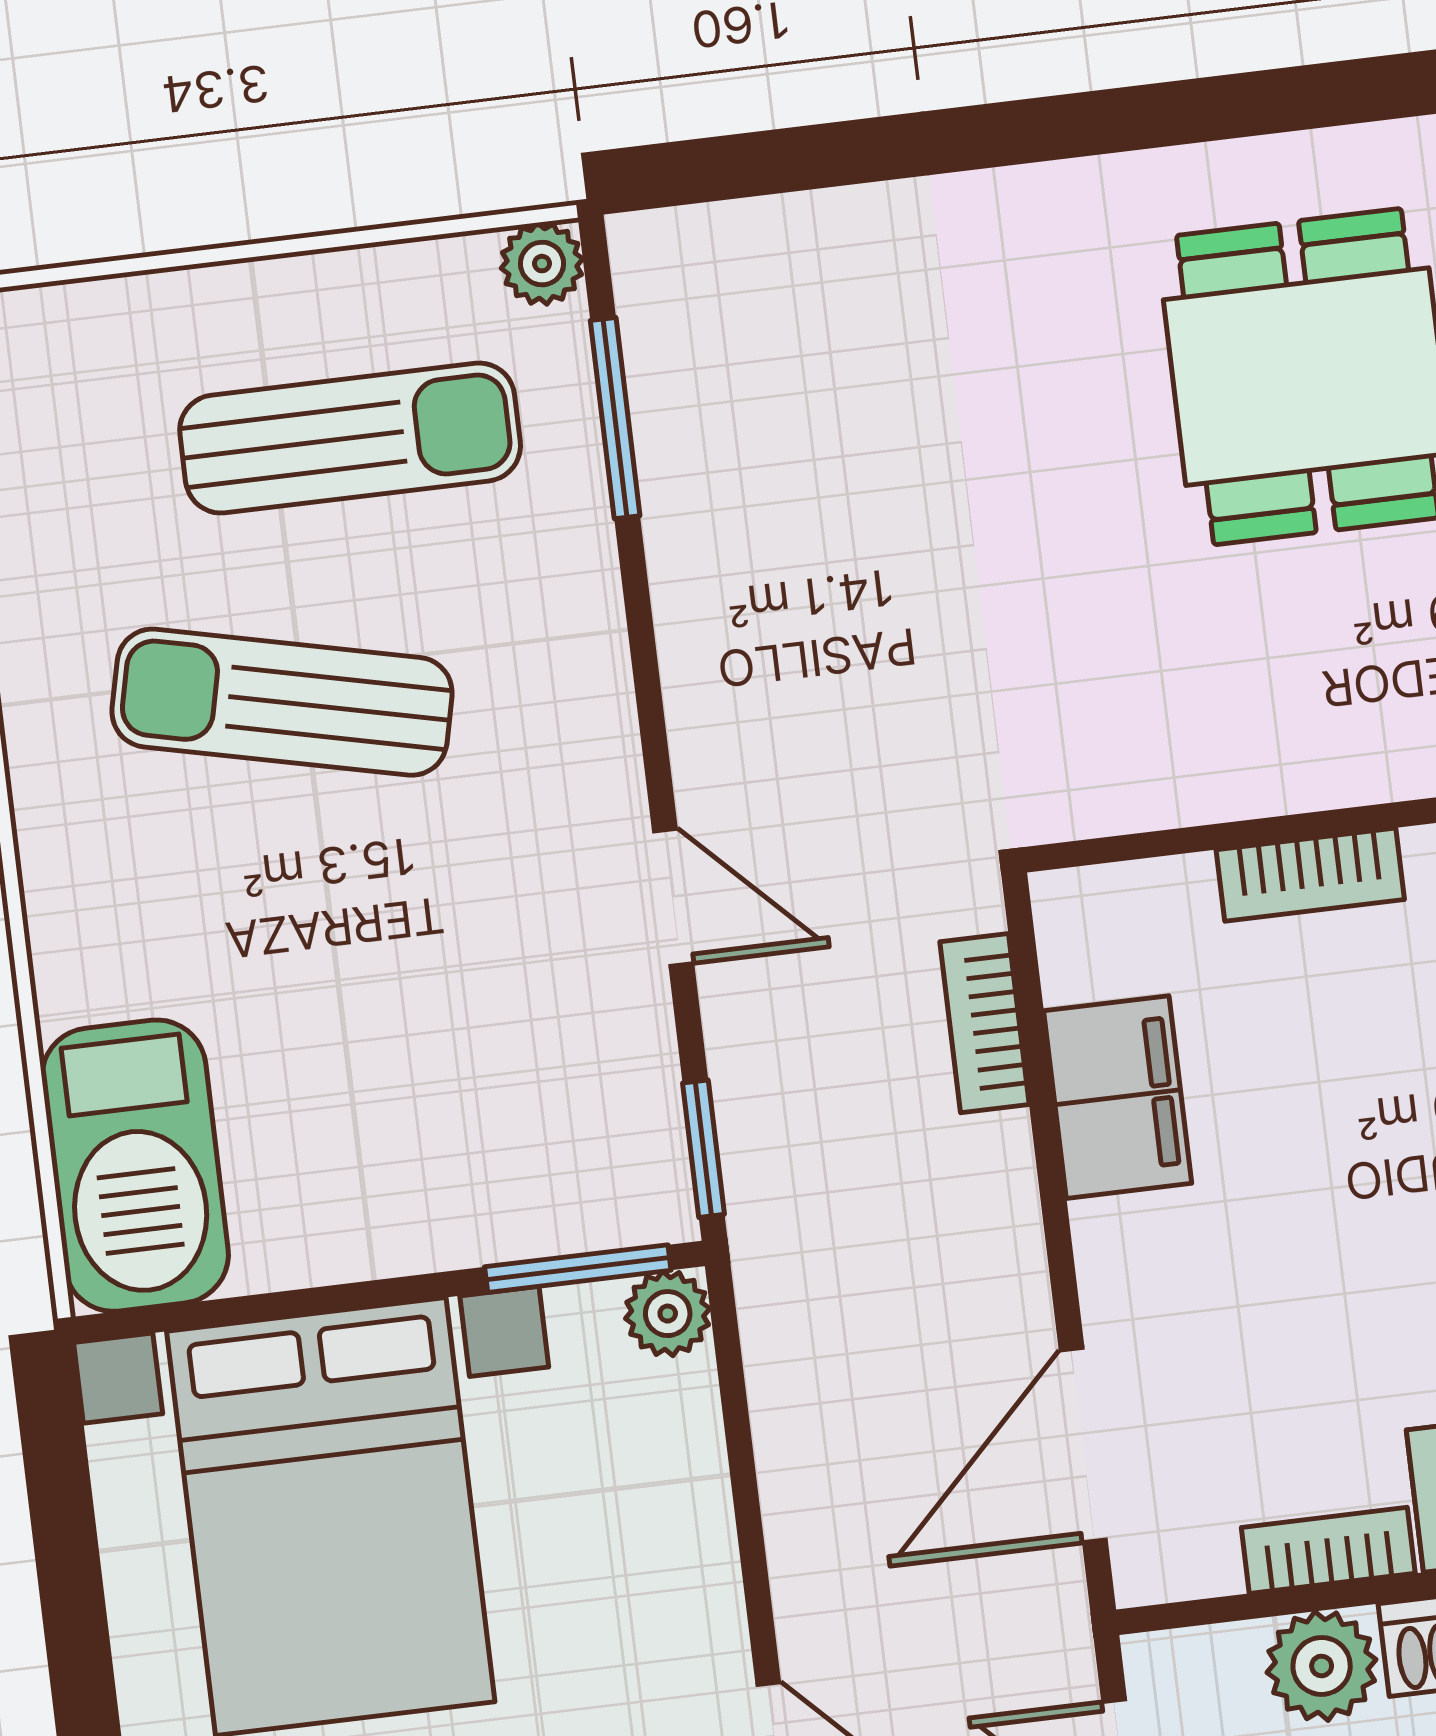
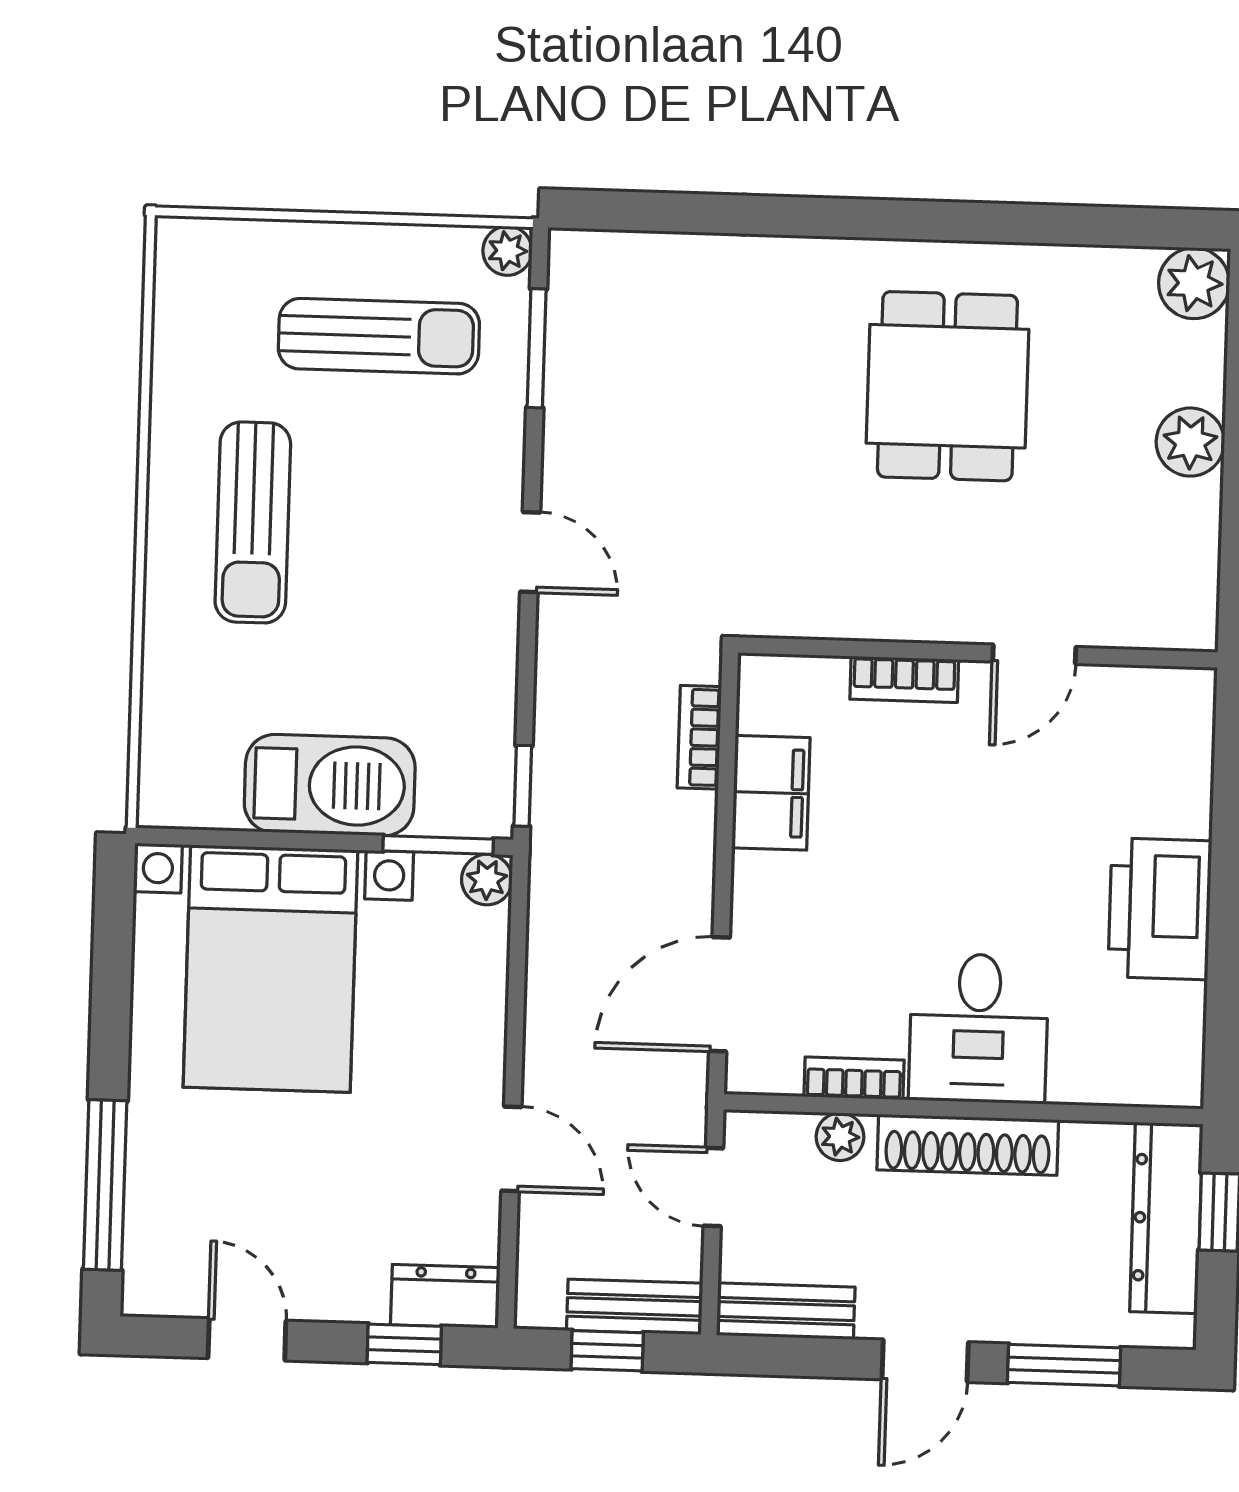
sun lounger: (282, 702) -> (253, 522), moved, turned -103
door: (673, 897) -> (530, 552), moved
barbecue: (135, 1166) -> (330, 785), moved, turned -90
plant: (1322, 1666) -> (840, 1137), width x0.73, depth x0.73

